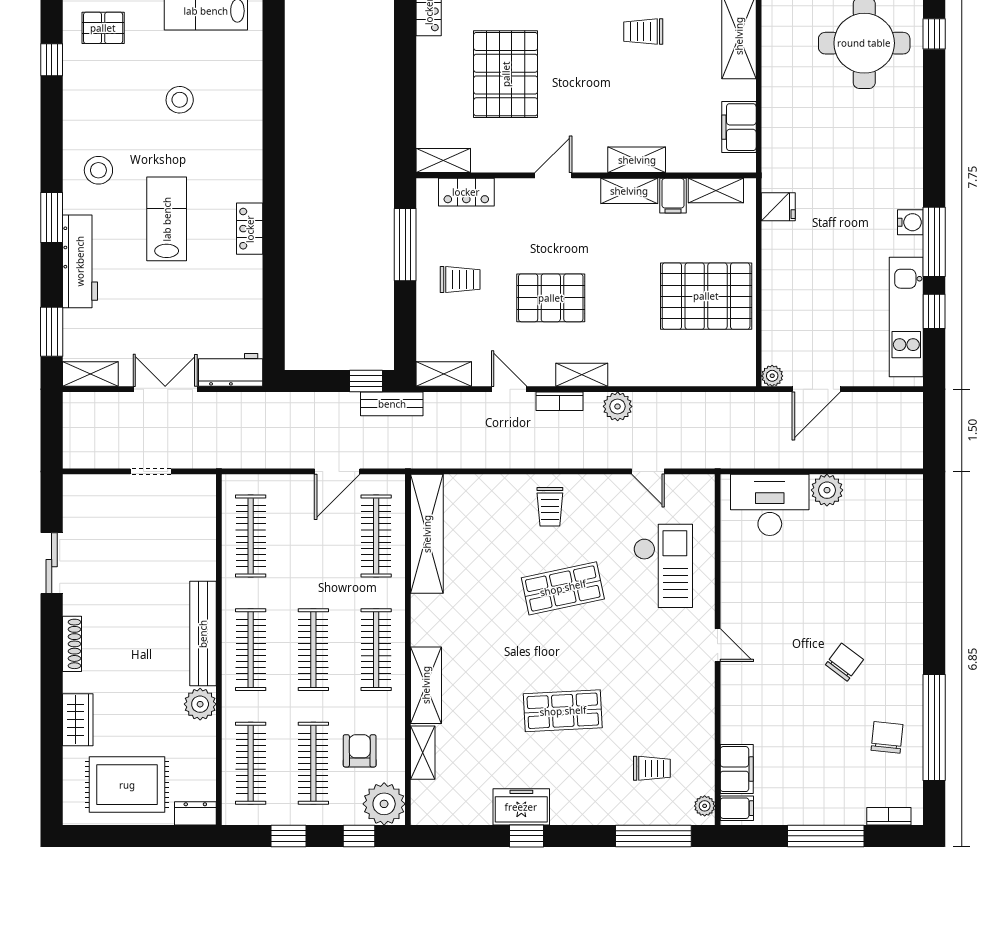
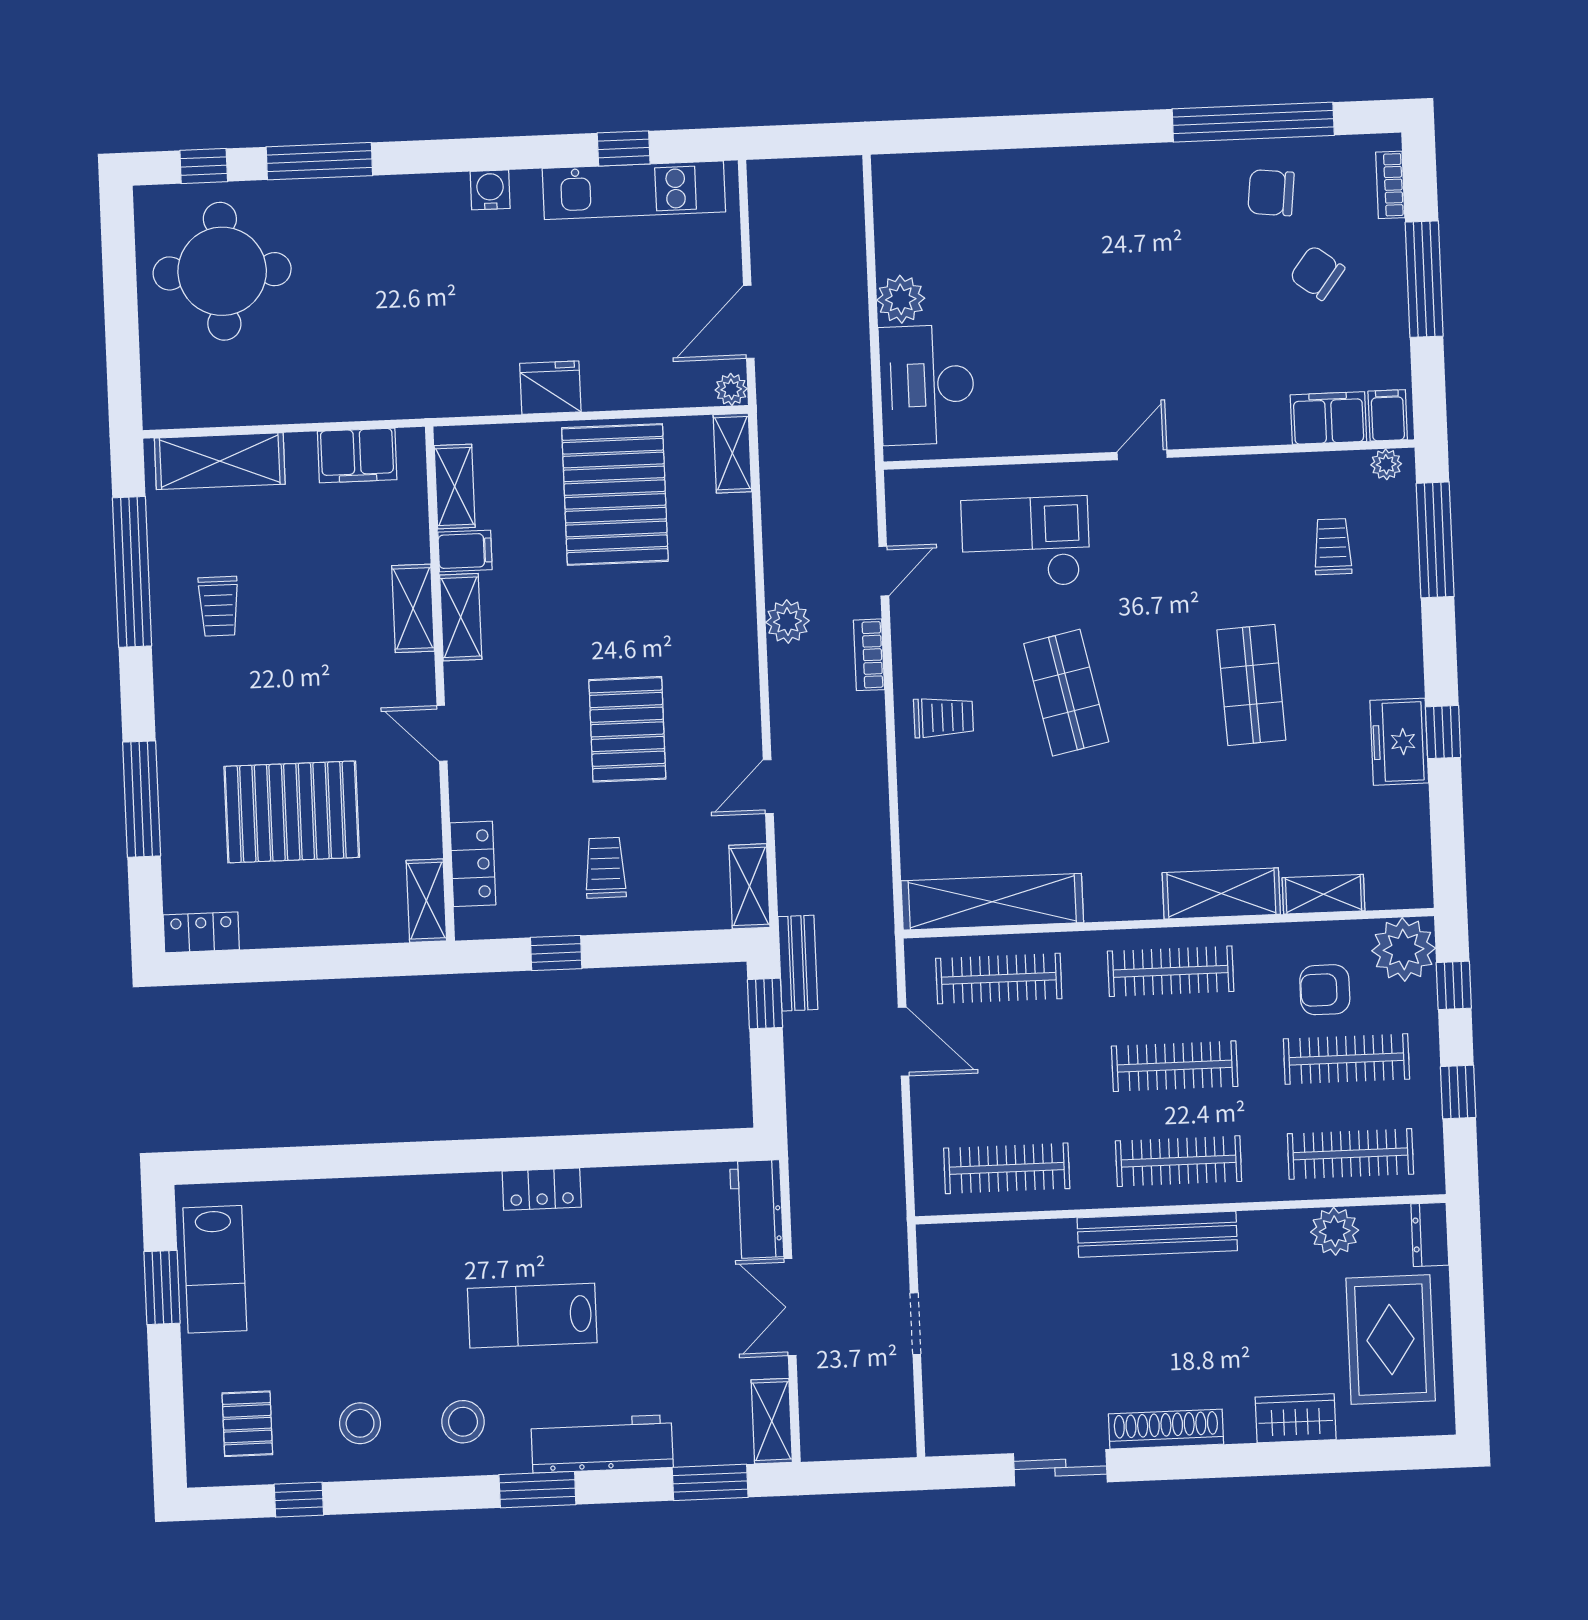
stool: (180, 100) -> (360, 1423), moved
fridge: (778, 207) -> (550, 388), moved, width x1.38
window: (934, 242) -> (319, 161), moved
window: (405, 245) -> (556, 953), width x0.46
shelving: (582, 375) -> (732, 453), moved
door: (816, 389) -> (749, 322), swing flipped
bookcase: (560, 401) -> (869, 655), moved, turned 180
shoe rack: (72, 644) -> (1166, 1429), width x1.36, depth x1.24
chair: (844, 662) -> (1317, 273), moved
plant: (200, 704) -> (1335, 1231), moved

